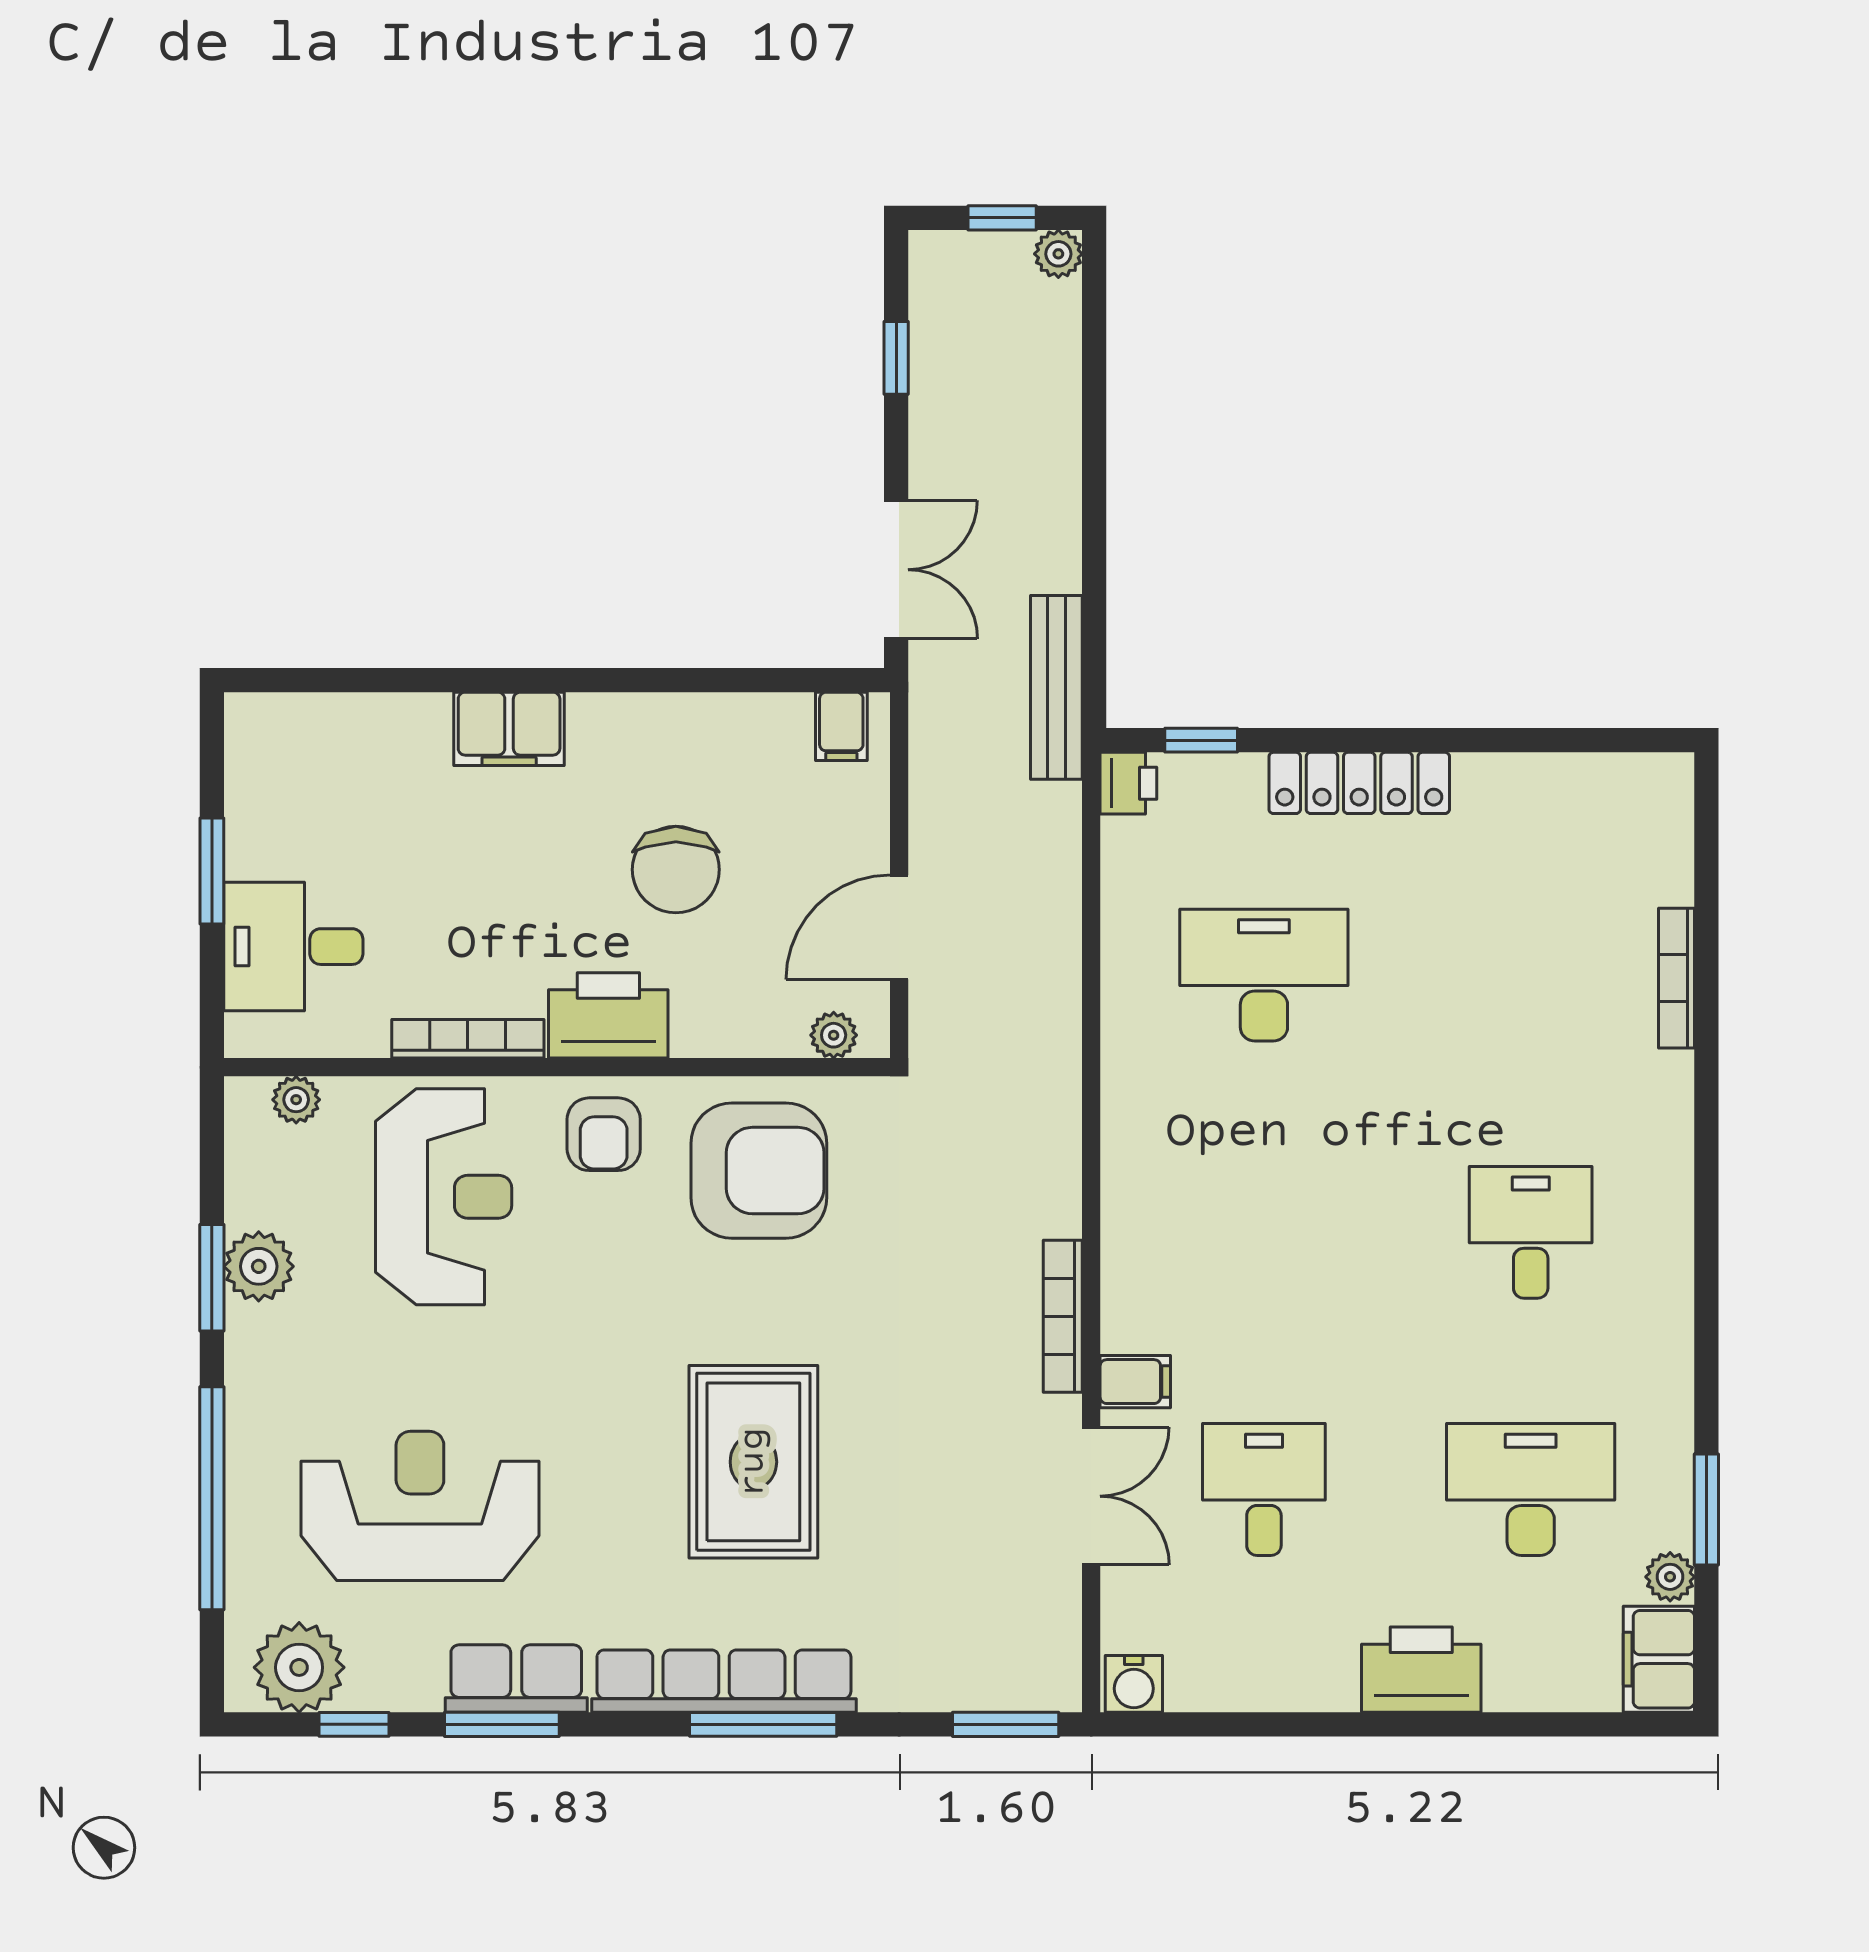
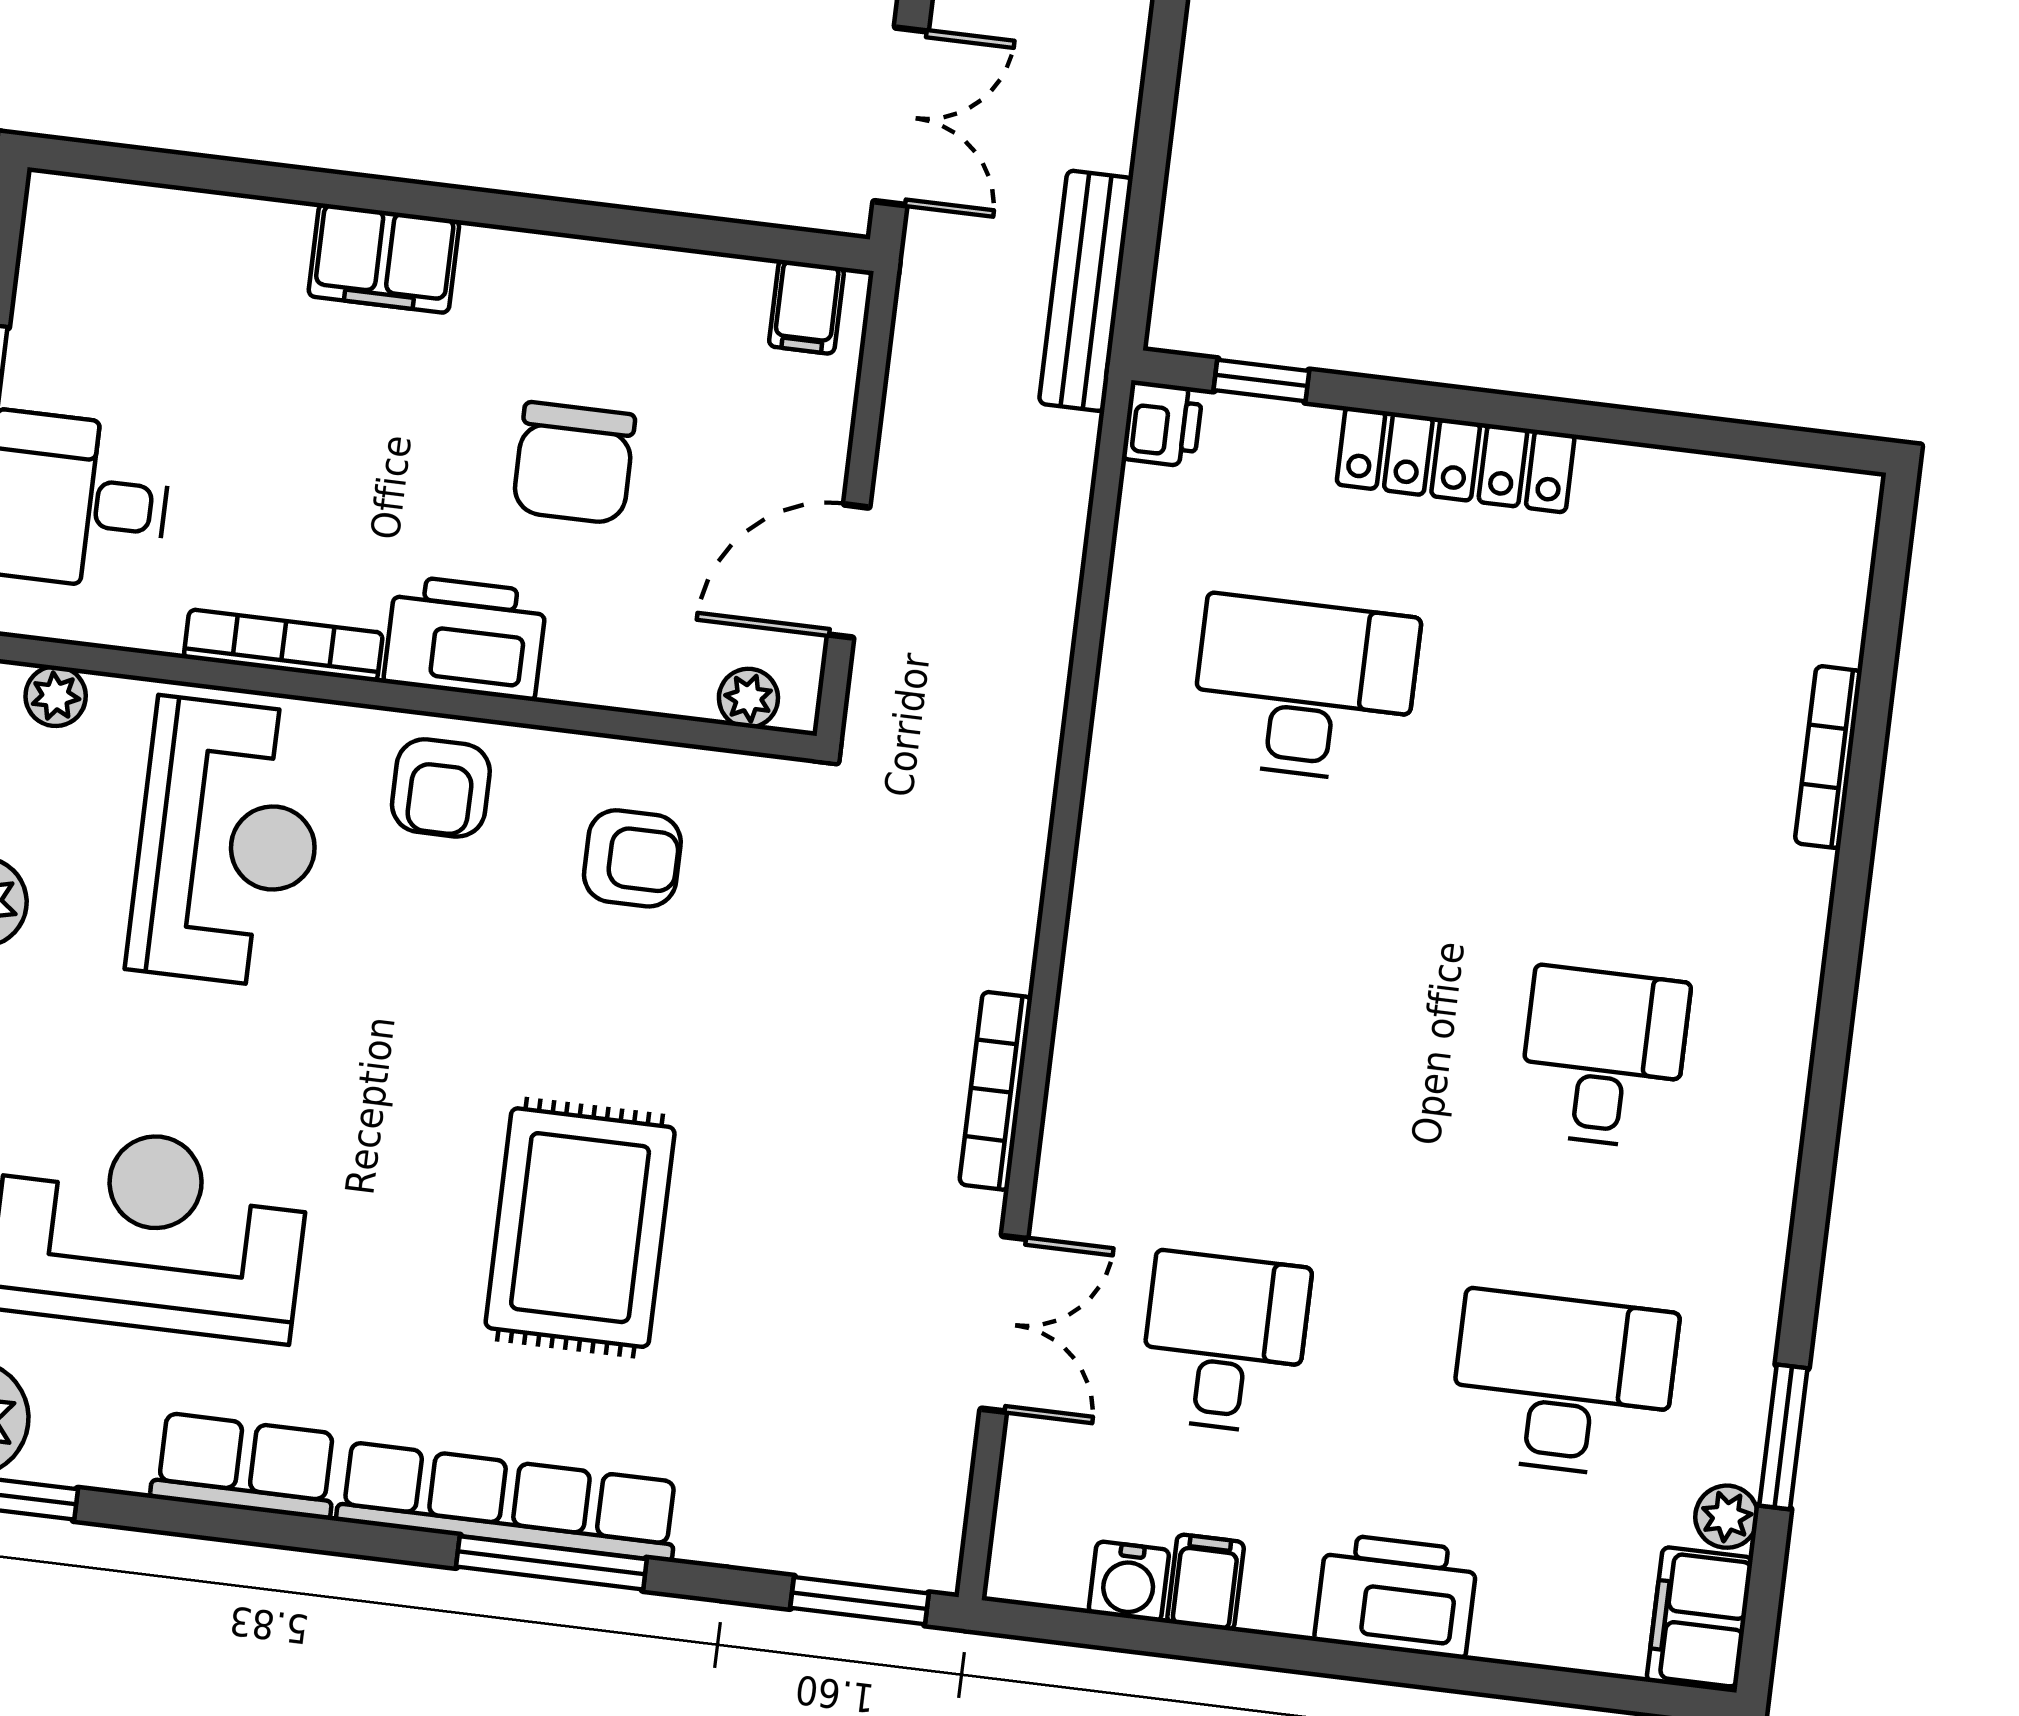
armchair: (759, 1171) -> (632, 858), width x0.53, depth x0.53
filing cabinet: (1135, 1382) -> (1206, 1582), moved, turned -90
water cooler: (1134, 1684) -> (1129, 1581), moved
window: (502, 1724) -> (219, 1522), removed

